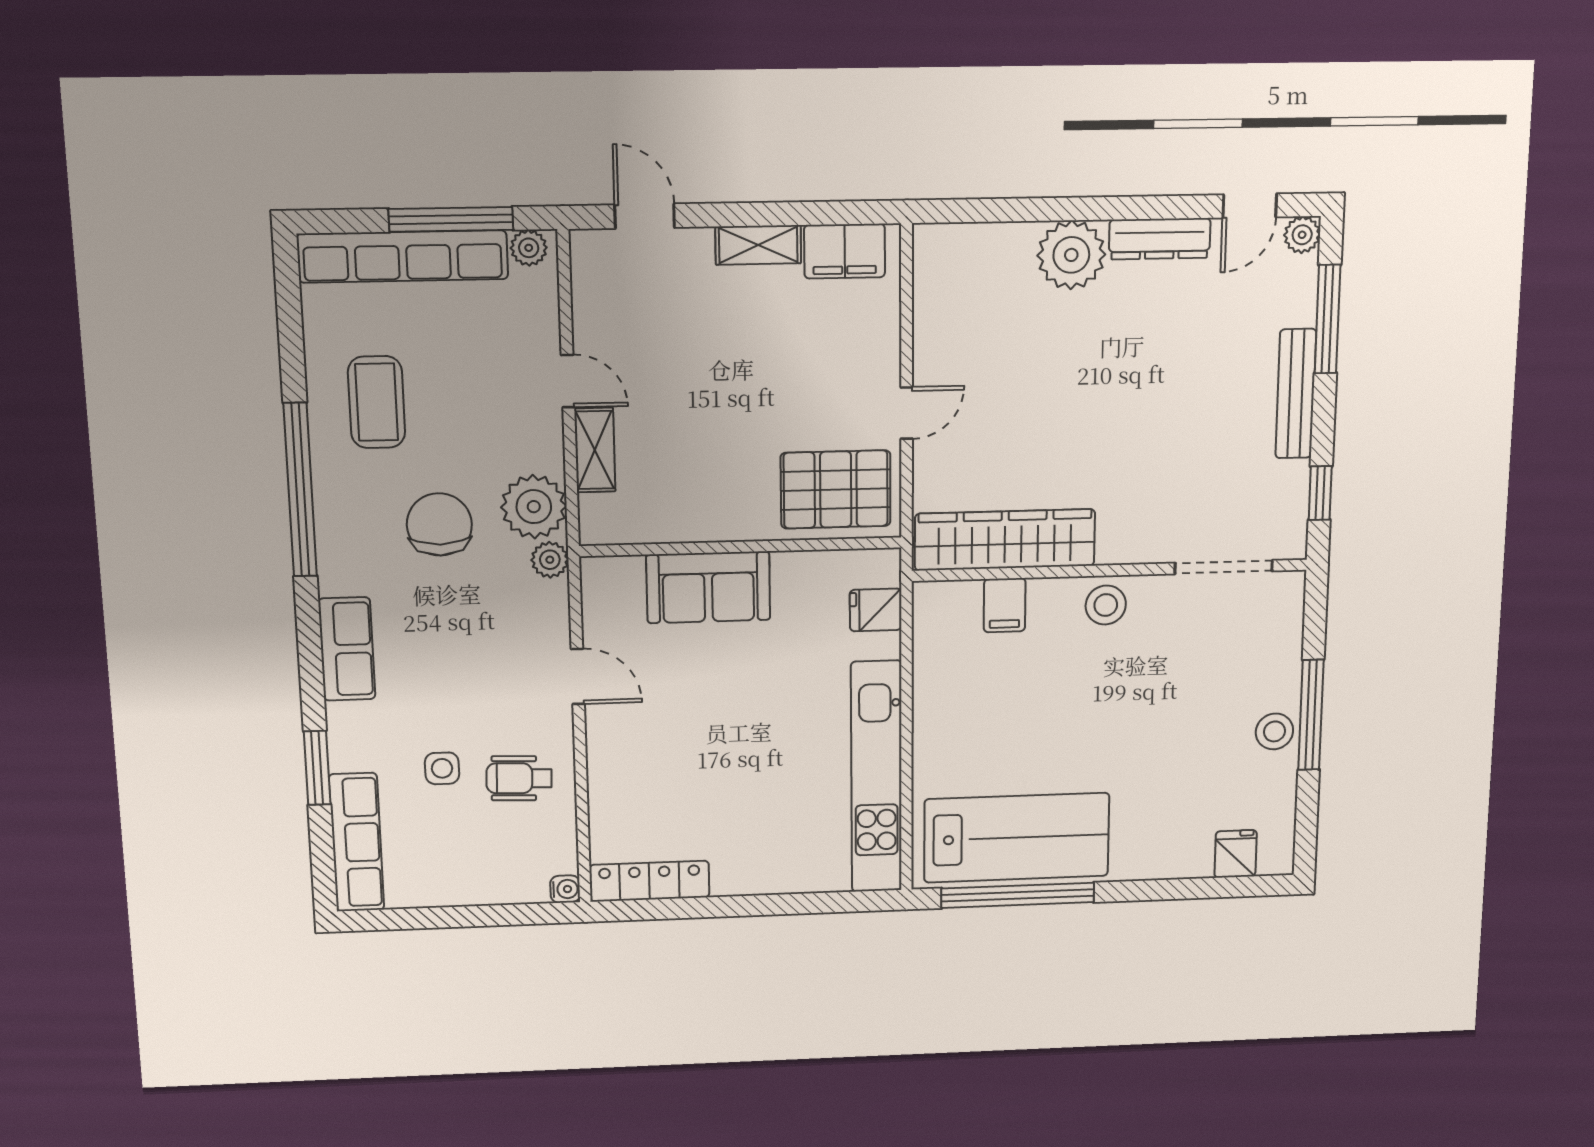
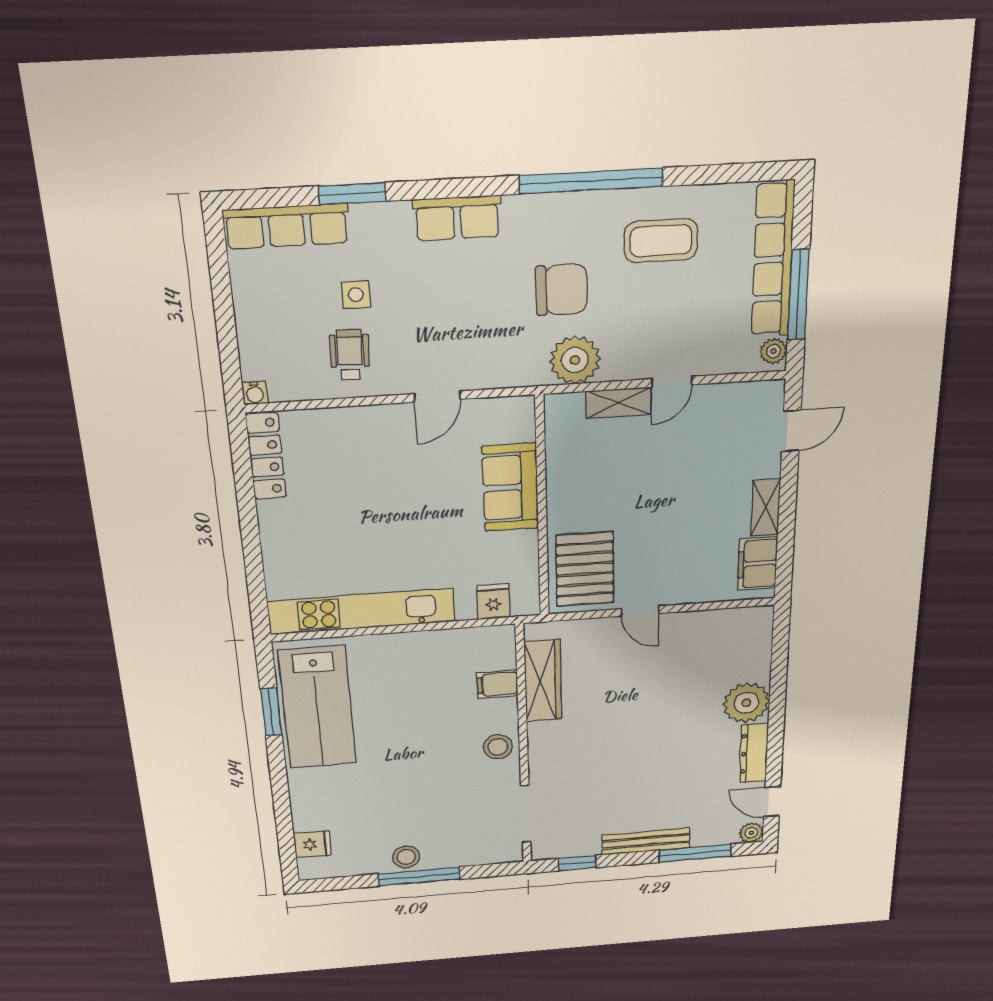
wardrobe: (1005, 540) -> (543, 681), width x0.71, depth x0.85
plant: (550, 560) -> (532, 373), removed
window: (1018, 895) -> (271, 712), width x0.47

